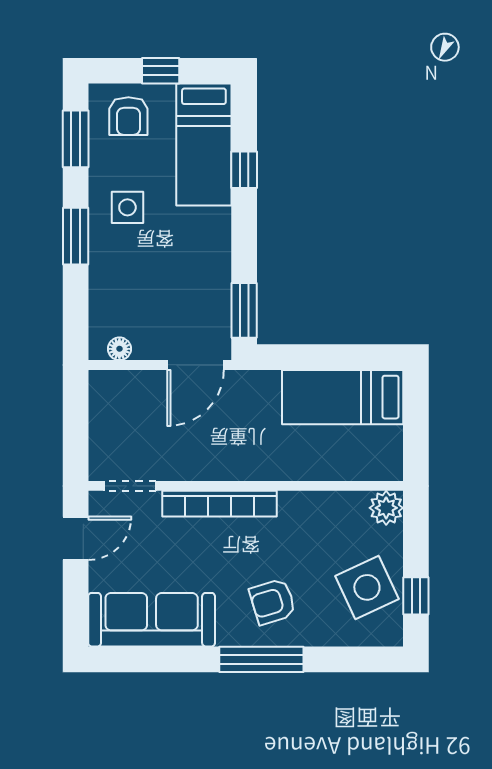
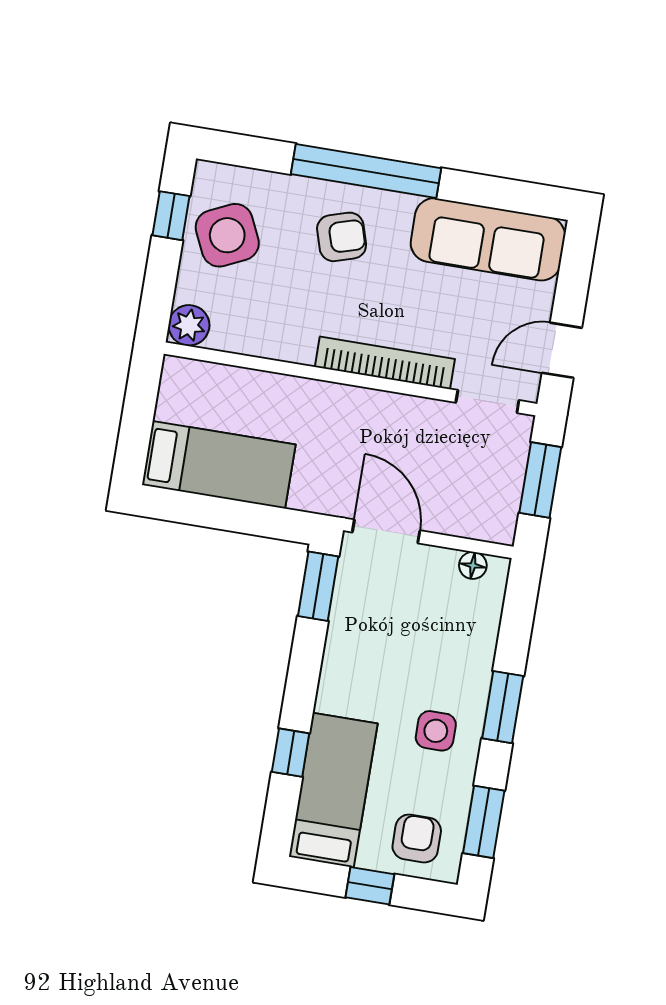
door: (196, 365) -> (386, 531), hinge flipped
window: (76, 428) -> (540, 480), added
window: (261, 659) -> (366, 171), width x1.46

